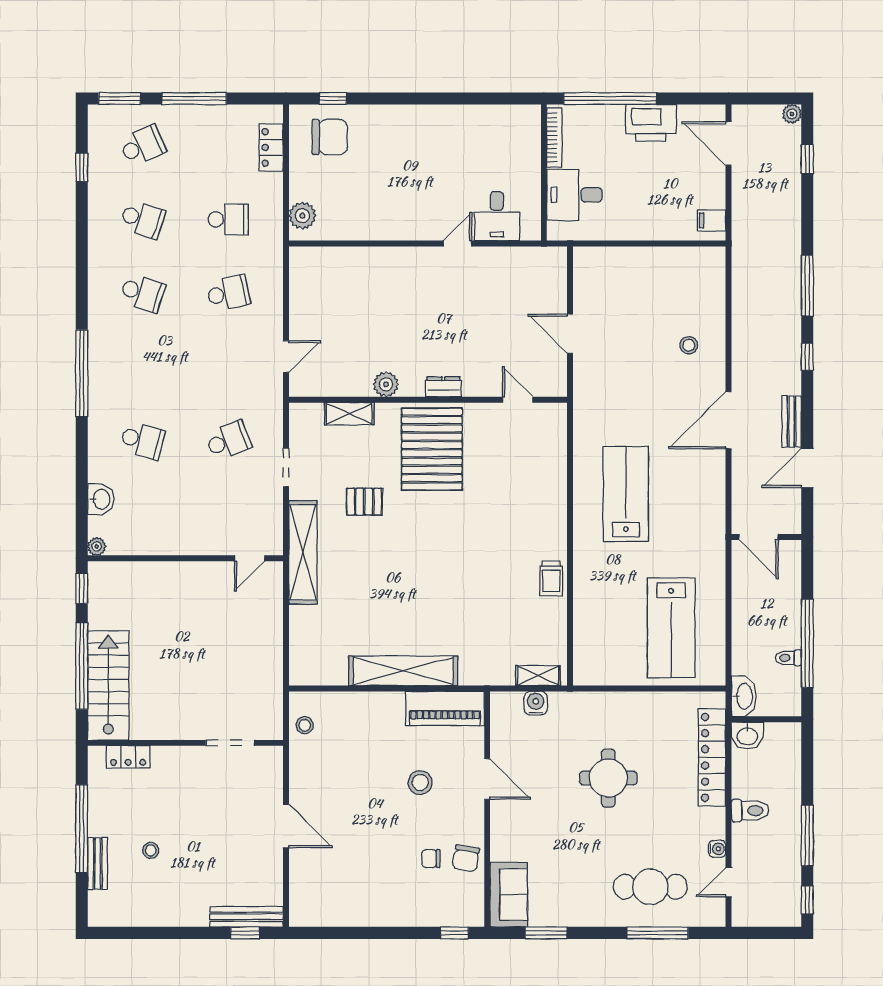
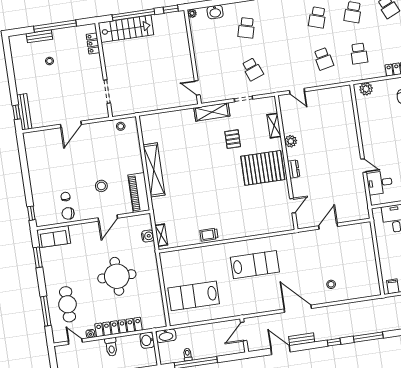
shelving: (303, 552) -> (212, 112), width x0.68
locker: (712, 757) -> (119, 327), moved
round table: (608, 778) -> (117, 276), width x1.36, depth x1.36

